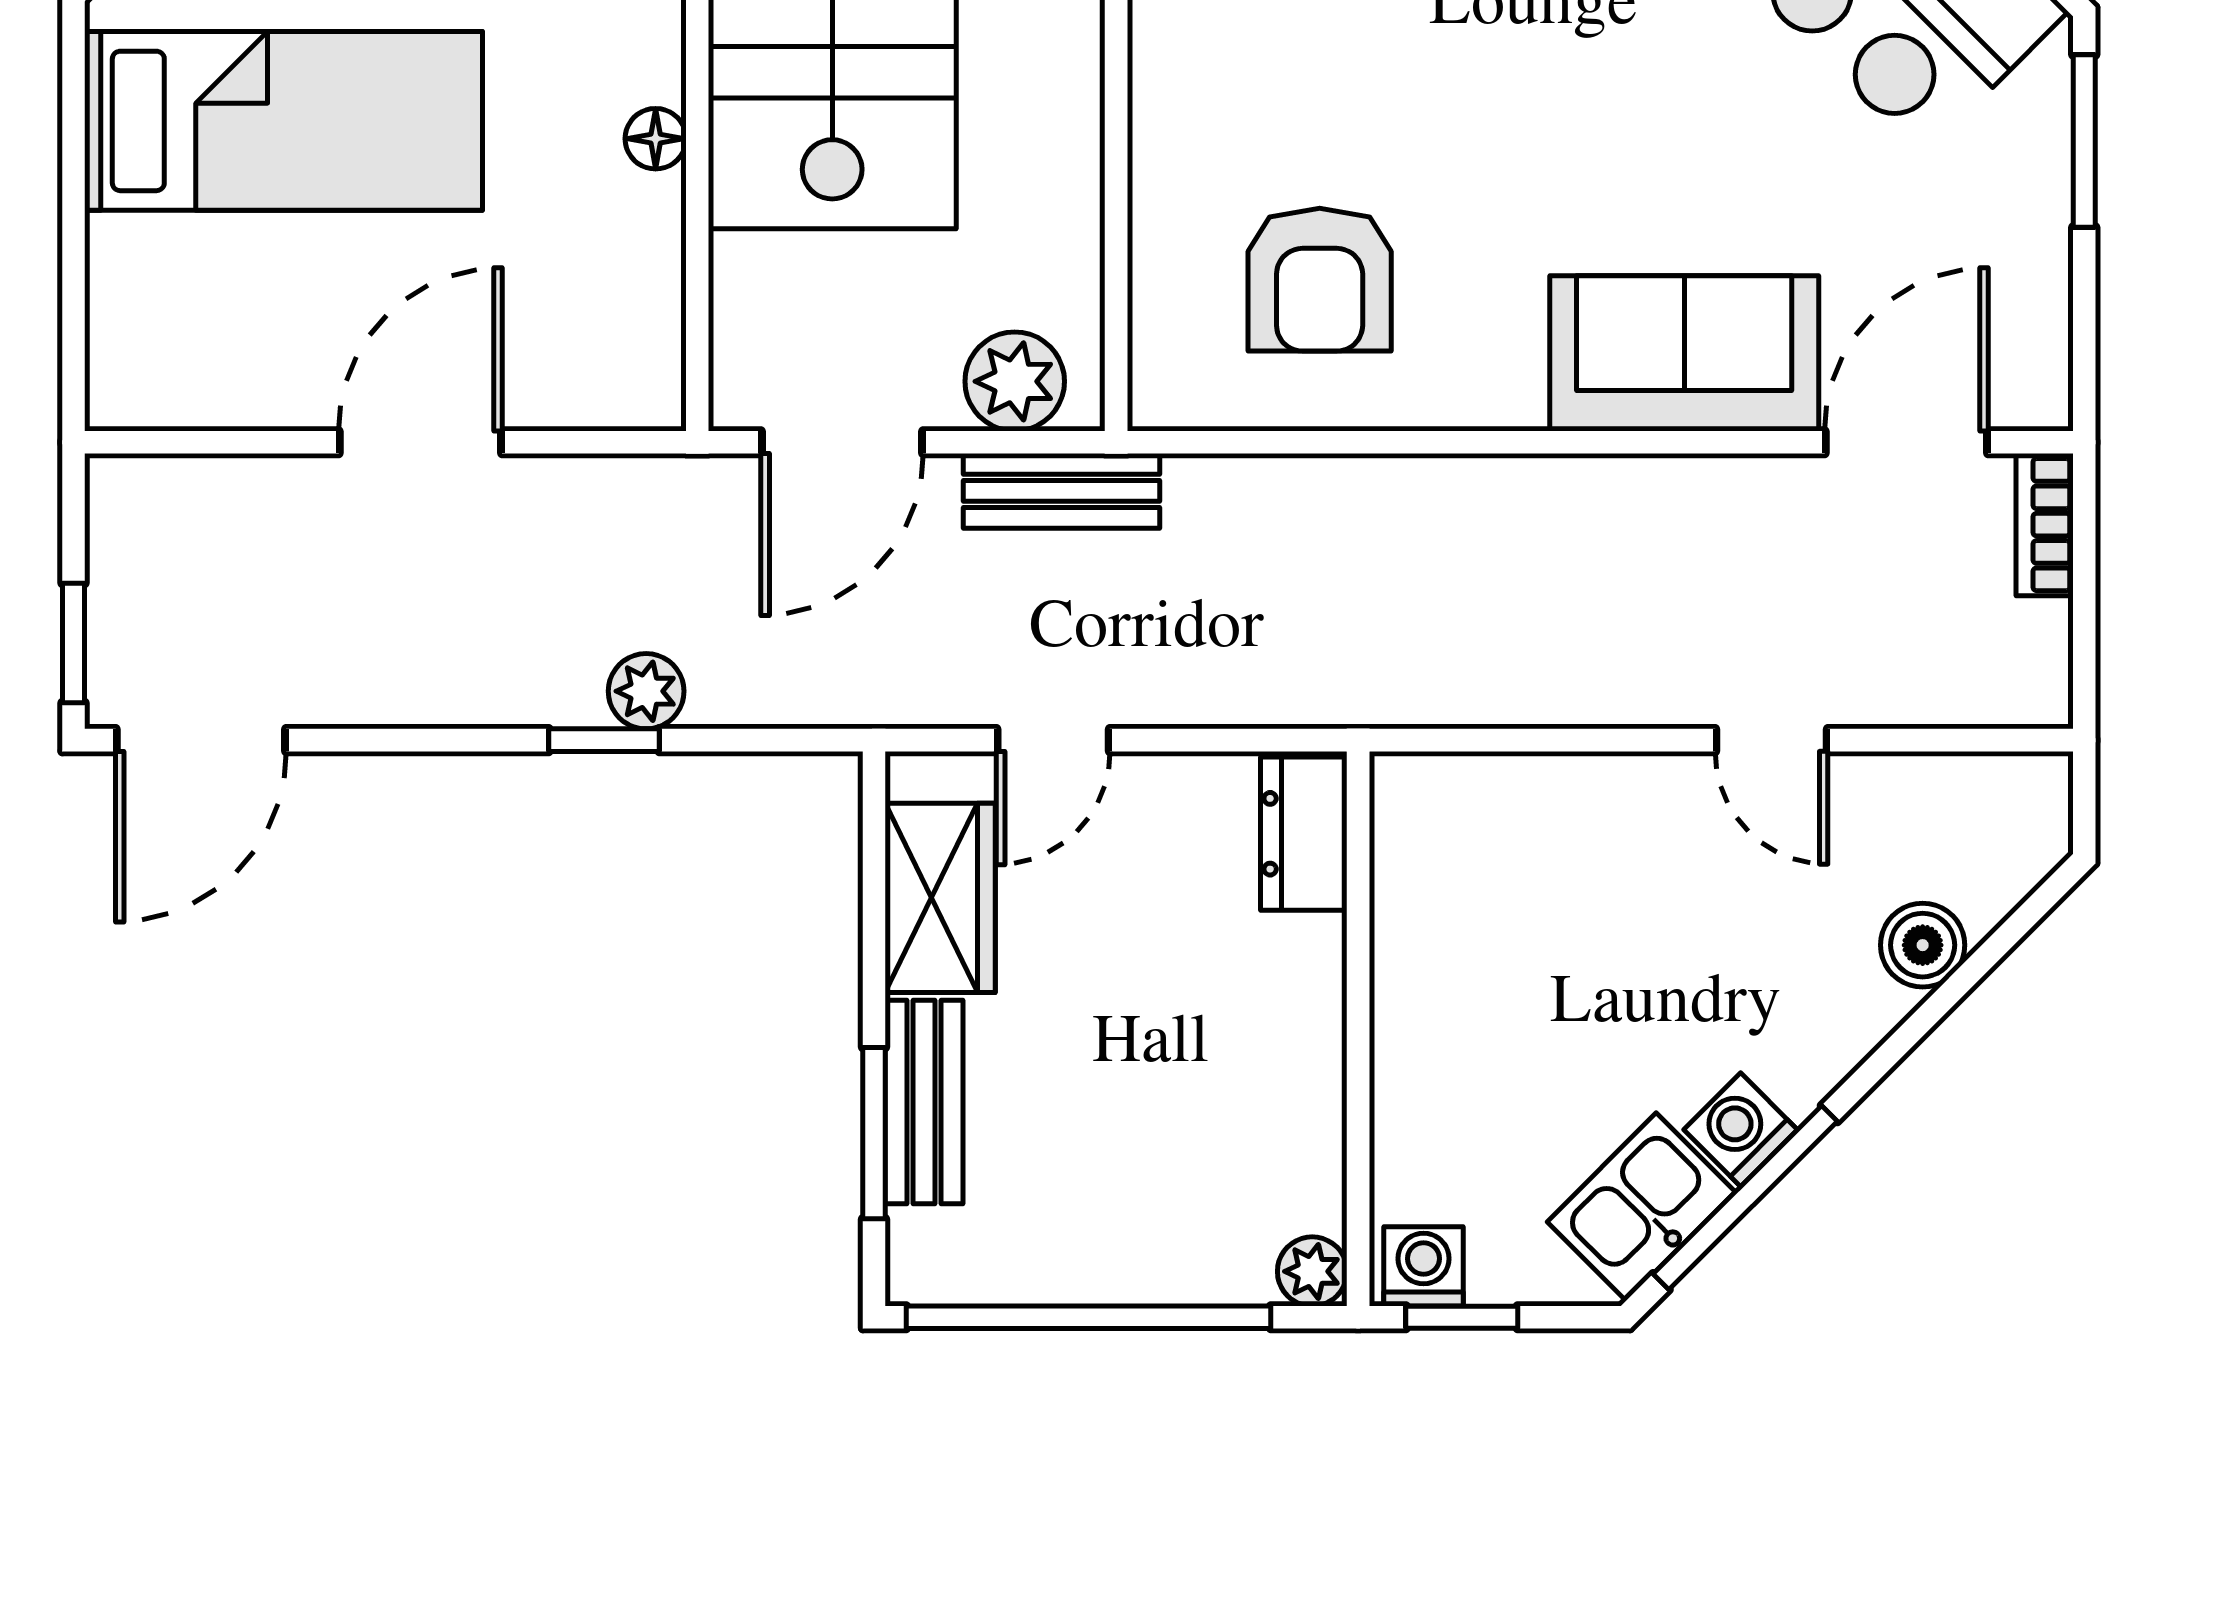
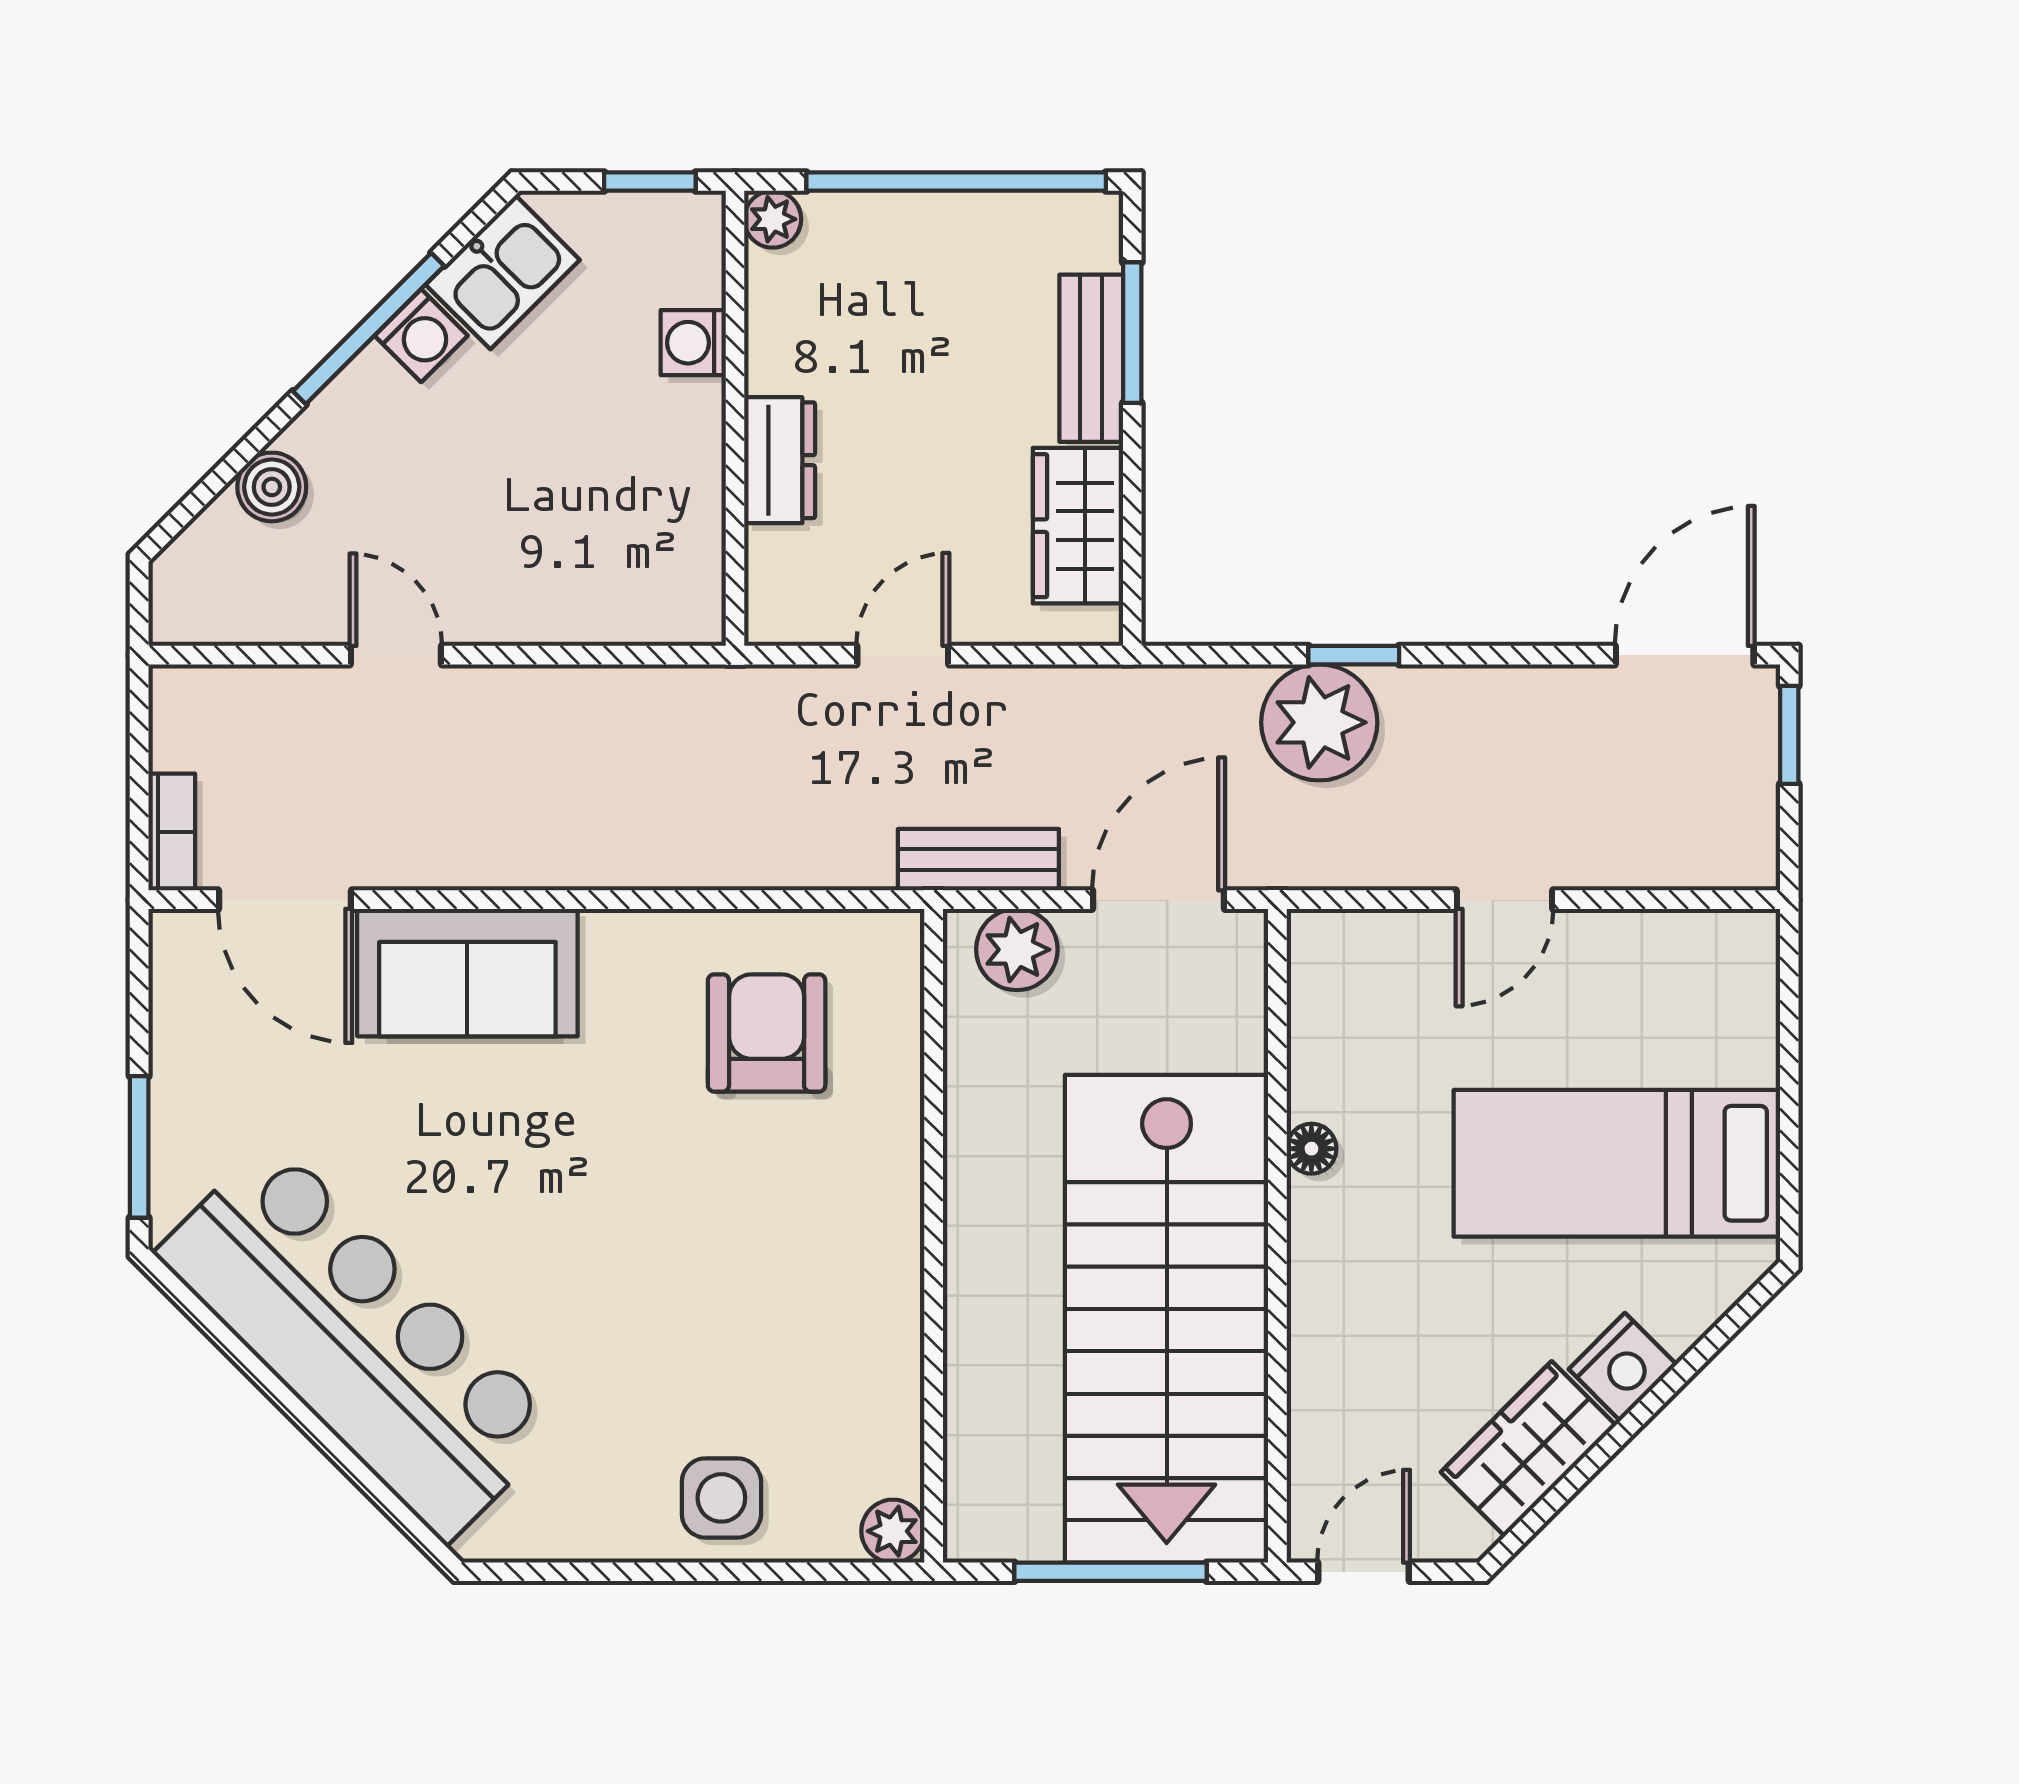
door: (420, 442) -> (1504, 900), width x0.73
door: (1906, 442) -> (285, 900), hinge flipped
plant: (646, 691) -> (1319, 722), width x1.88, depth x1.88
door: (1053, 740) -> (903, 655), moved
dresser: (1304, 834) -> (780, 460), moved
window: (1745, 1198) -> (369, 329), moved
washing machine: (1424, 1266) -> (693, 343), moved, turned 90

